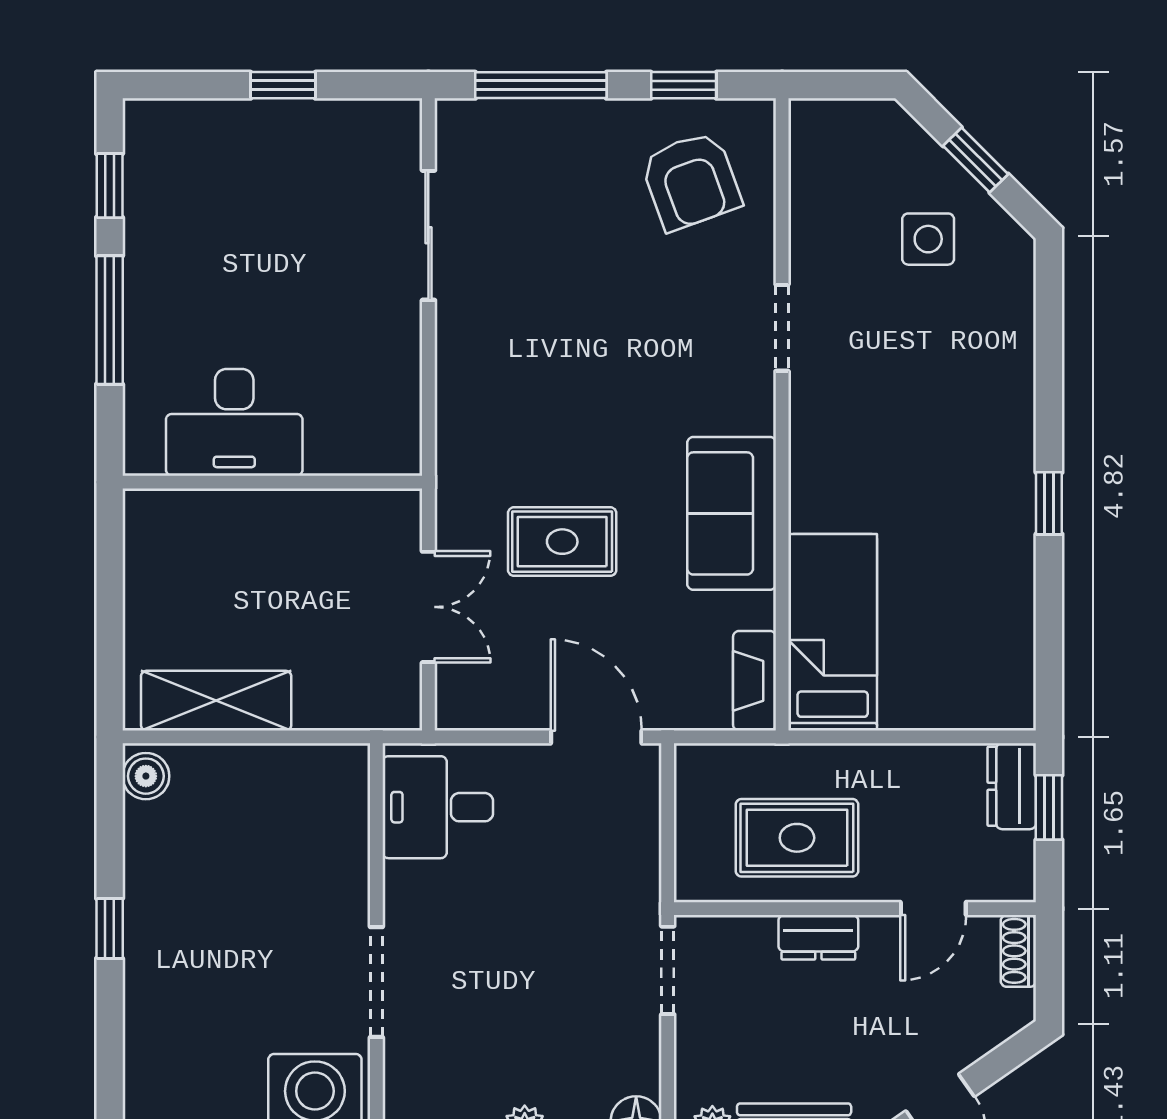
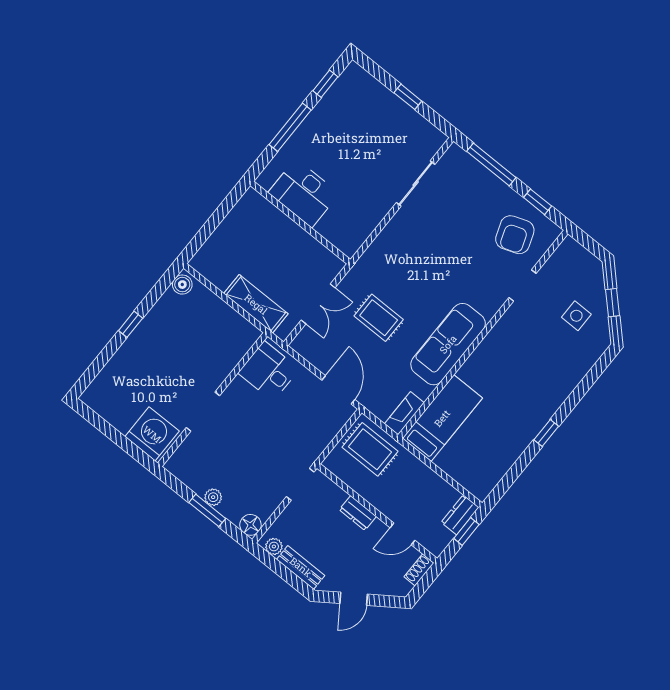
doorway: (782, 328) -> (523, 286), moved
sofa: (732, 513) -> (448, 344), width x1.36
shelving: (216, 701) -> (256, 304), moved
rug: (797, 838) -> (370, 449), moved

